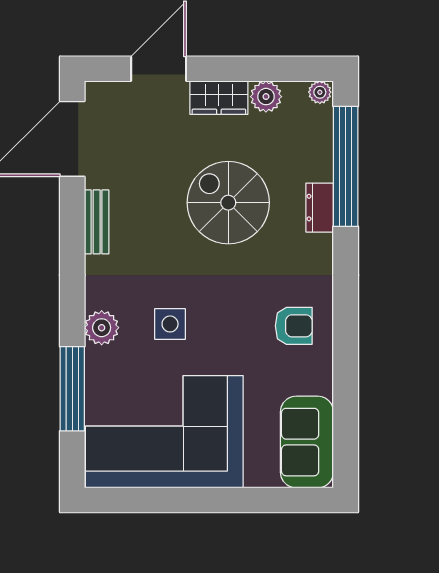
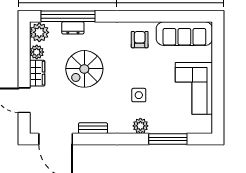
plant: (320, 92) -> (39, 32), width x1.88, depth x1.88
dresser: (320, 208) -> (73, 28), moved
corner sofa: (164, 432) -> (194, 88), width x0.73, depth x0.74
sofa: (307, 442) -> (184, 34), width x1.36

